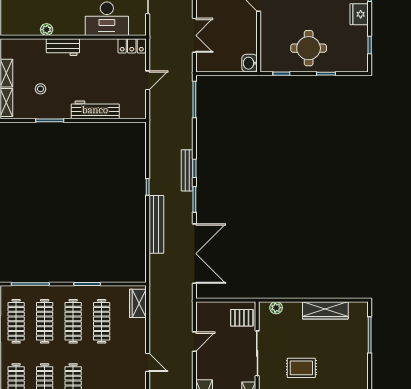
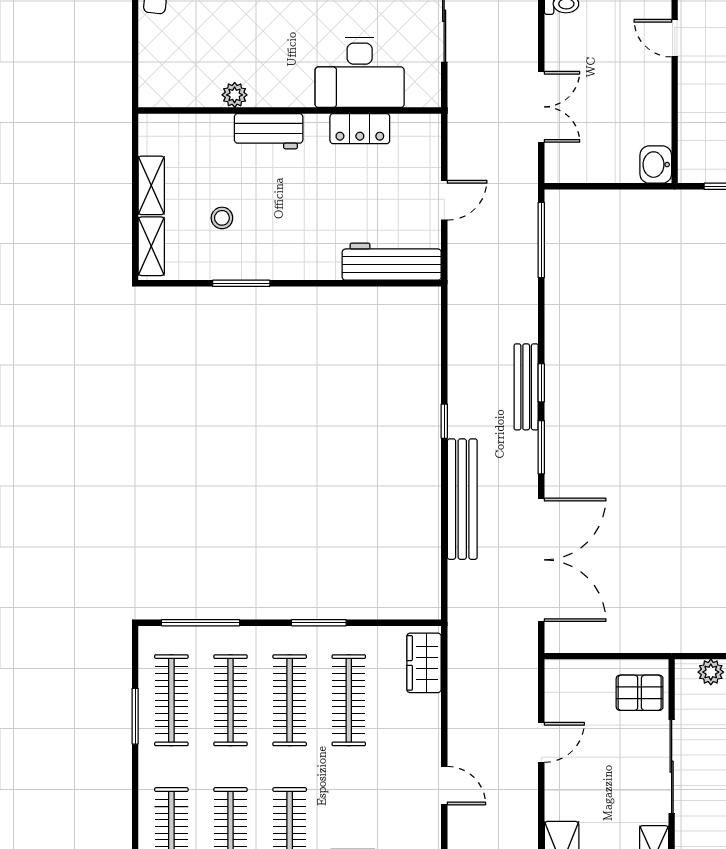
locker: (132, 46) -> (360, 129), moved
workbench: (95, 110) -> (392, 262), moved

